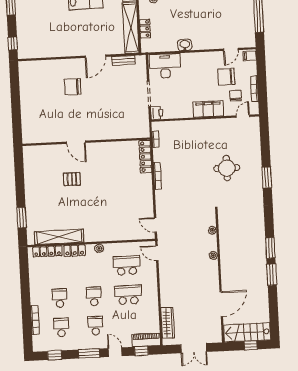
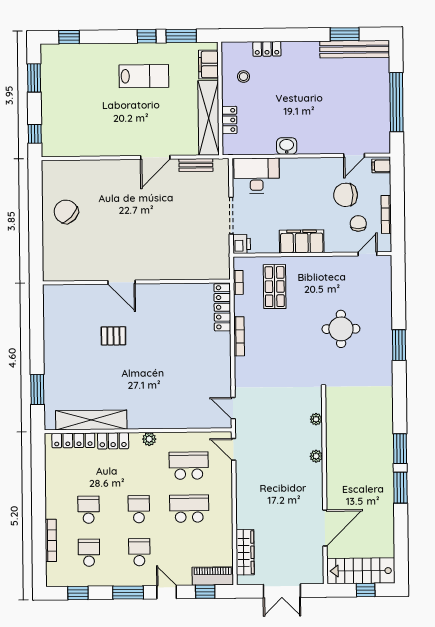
chair: (73, 87) -> (66, 212), moved, turned 43
filing cabinet: (208, 109) -> (302, 241), moved
shop shelf: (180, 141) -> (275, 287), added

